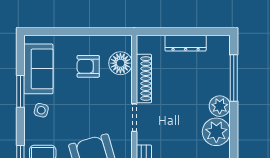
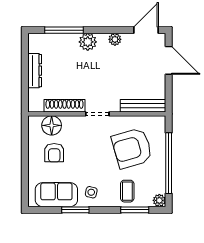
plant: (216, 132) -> (115, 39), width x0.53, depth x0.53

